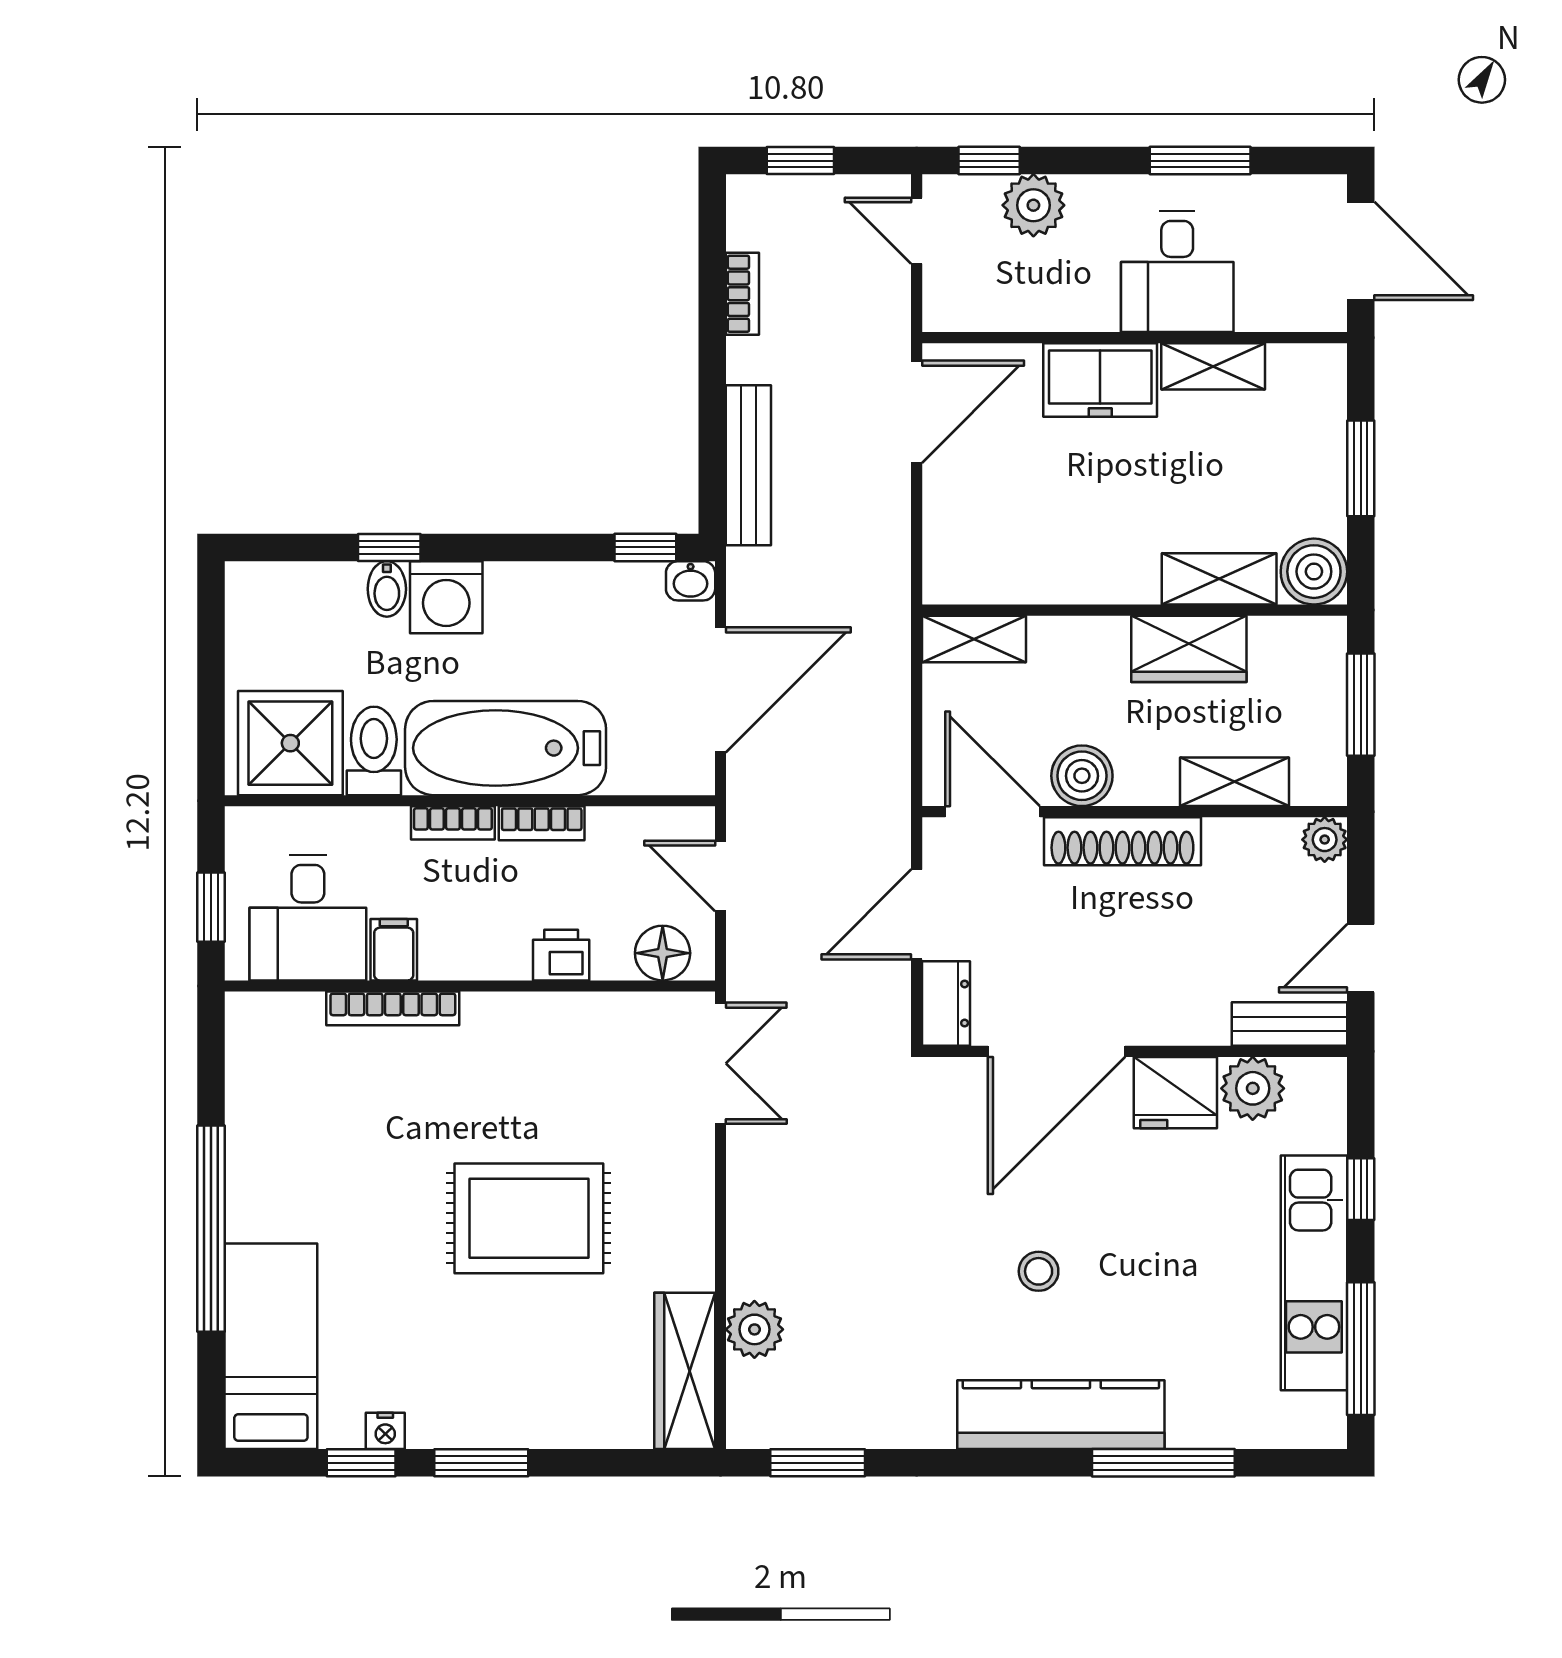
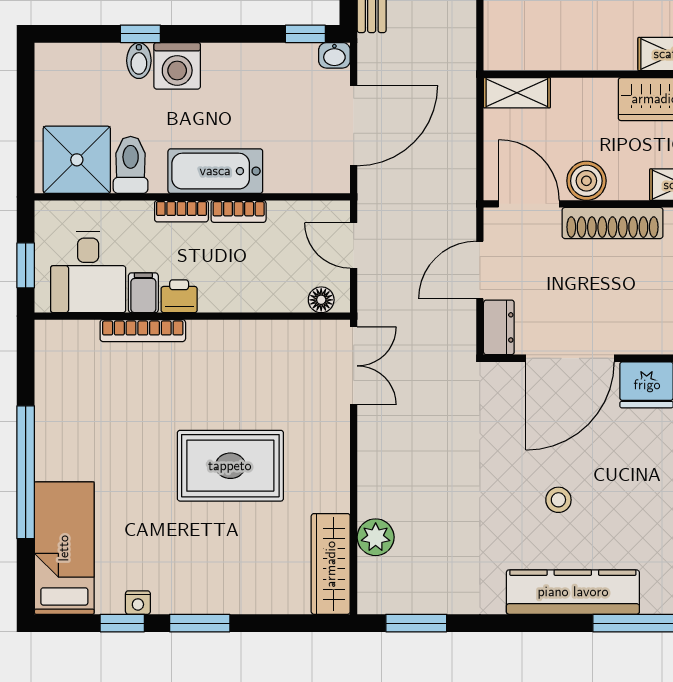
bathtub: (506, 748) -> (215, 171), width x0.73, depth x0.73
floor lamp: (663, 953) -> (321, 300), width x0.73, depth x0.73
printer: (561, 955) -> (179, 296), moved

